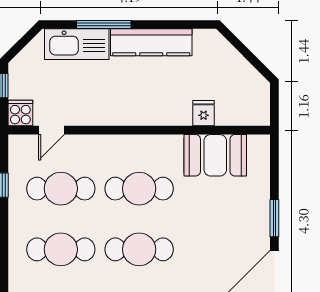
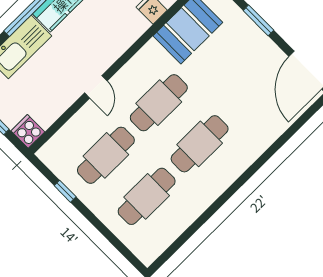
door: (52, 130) -> (96, 87), moved
window: (274, 218) -> (258, 20), moved

